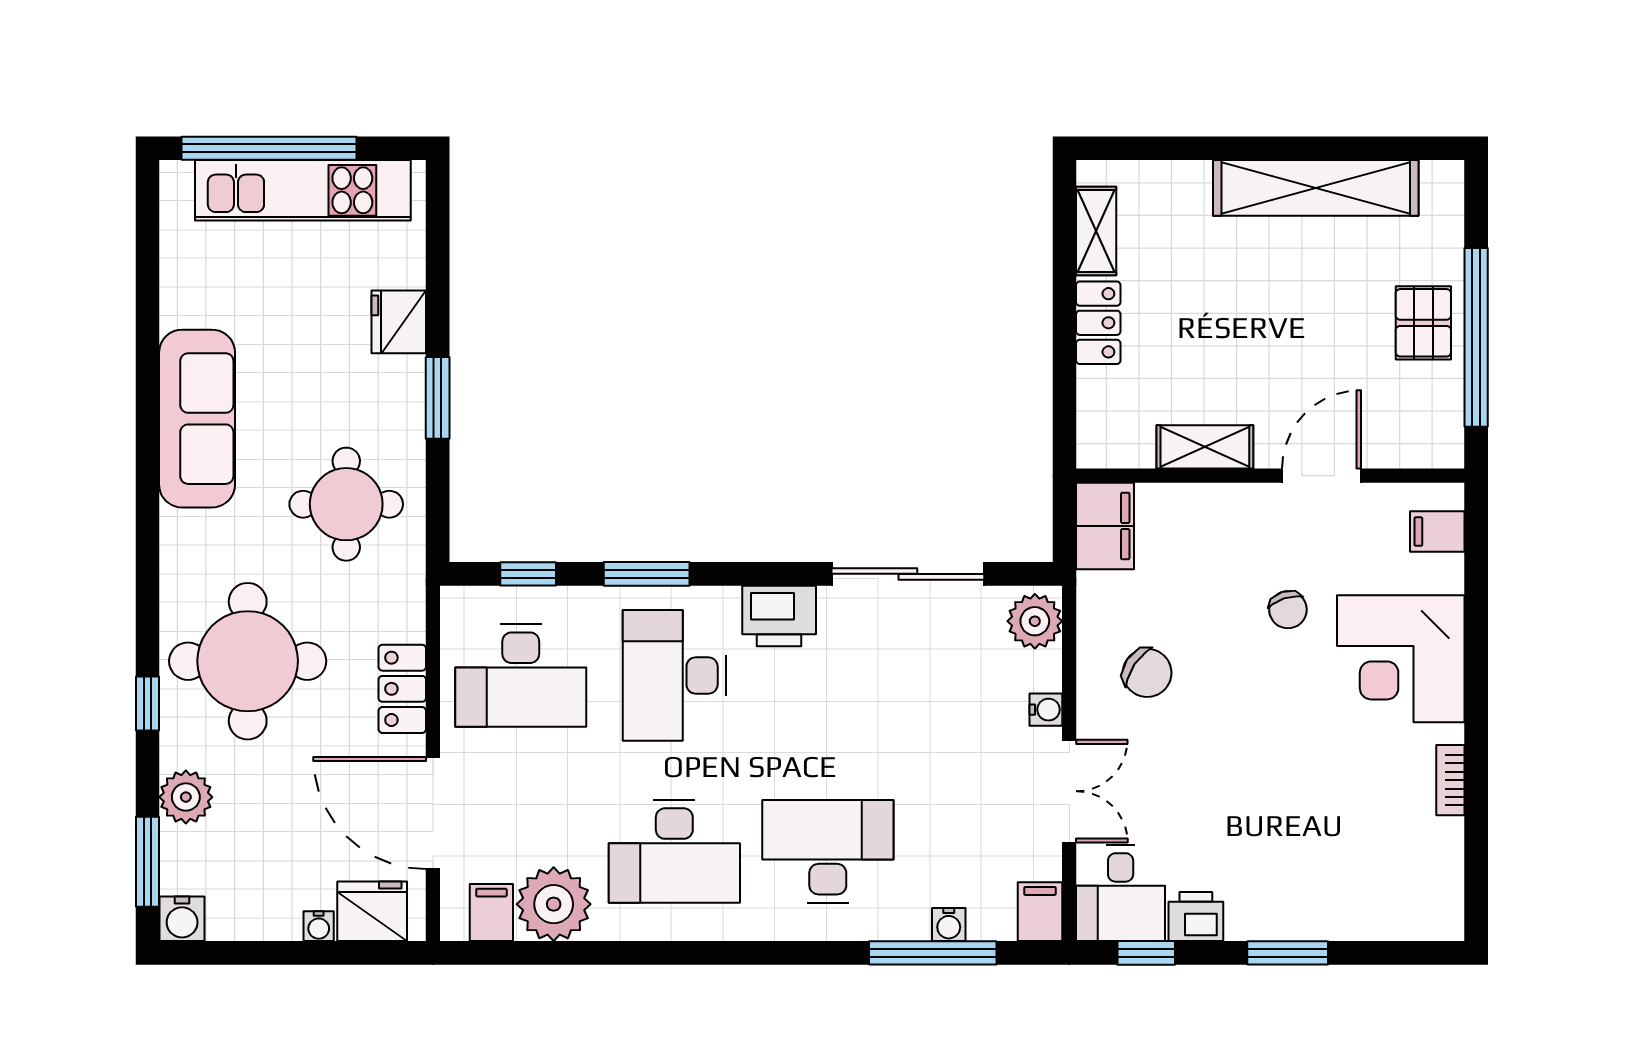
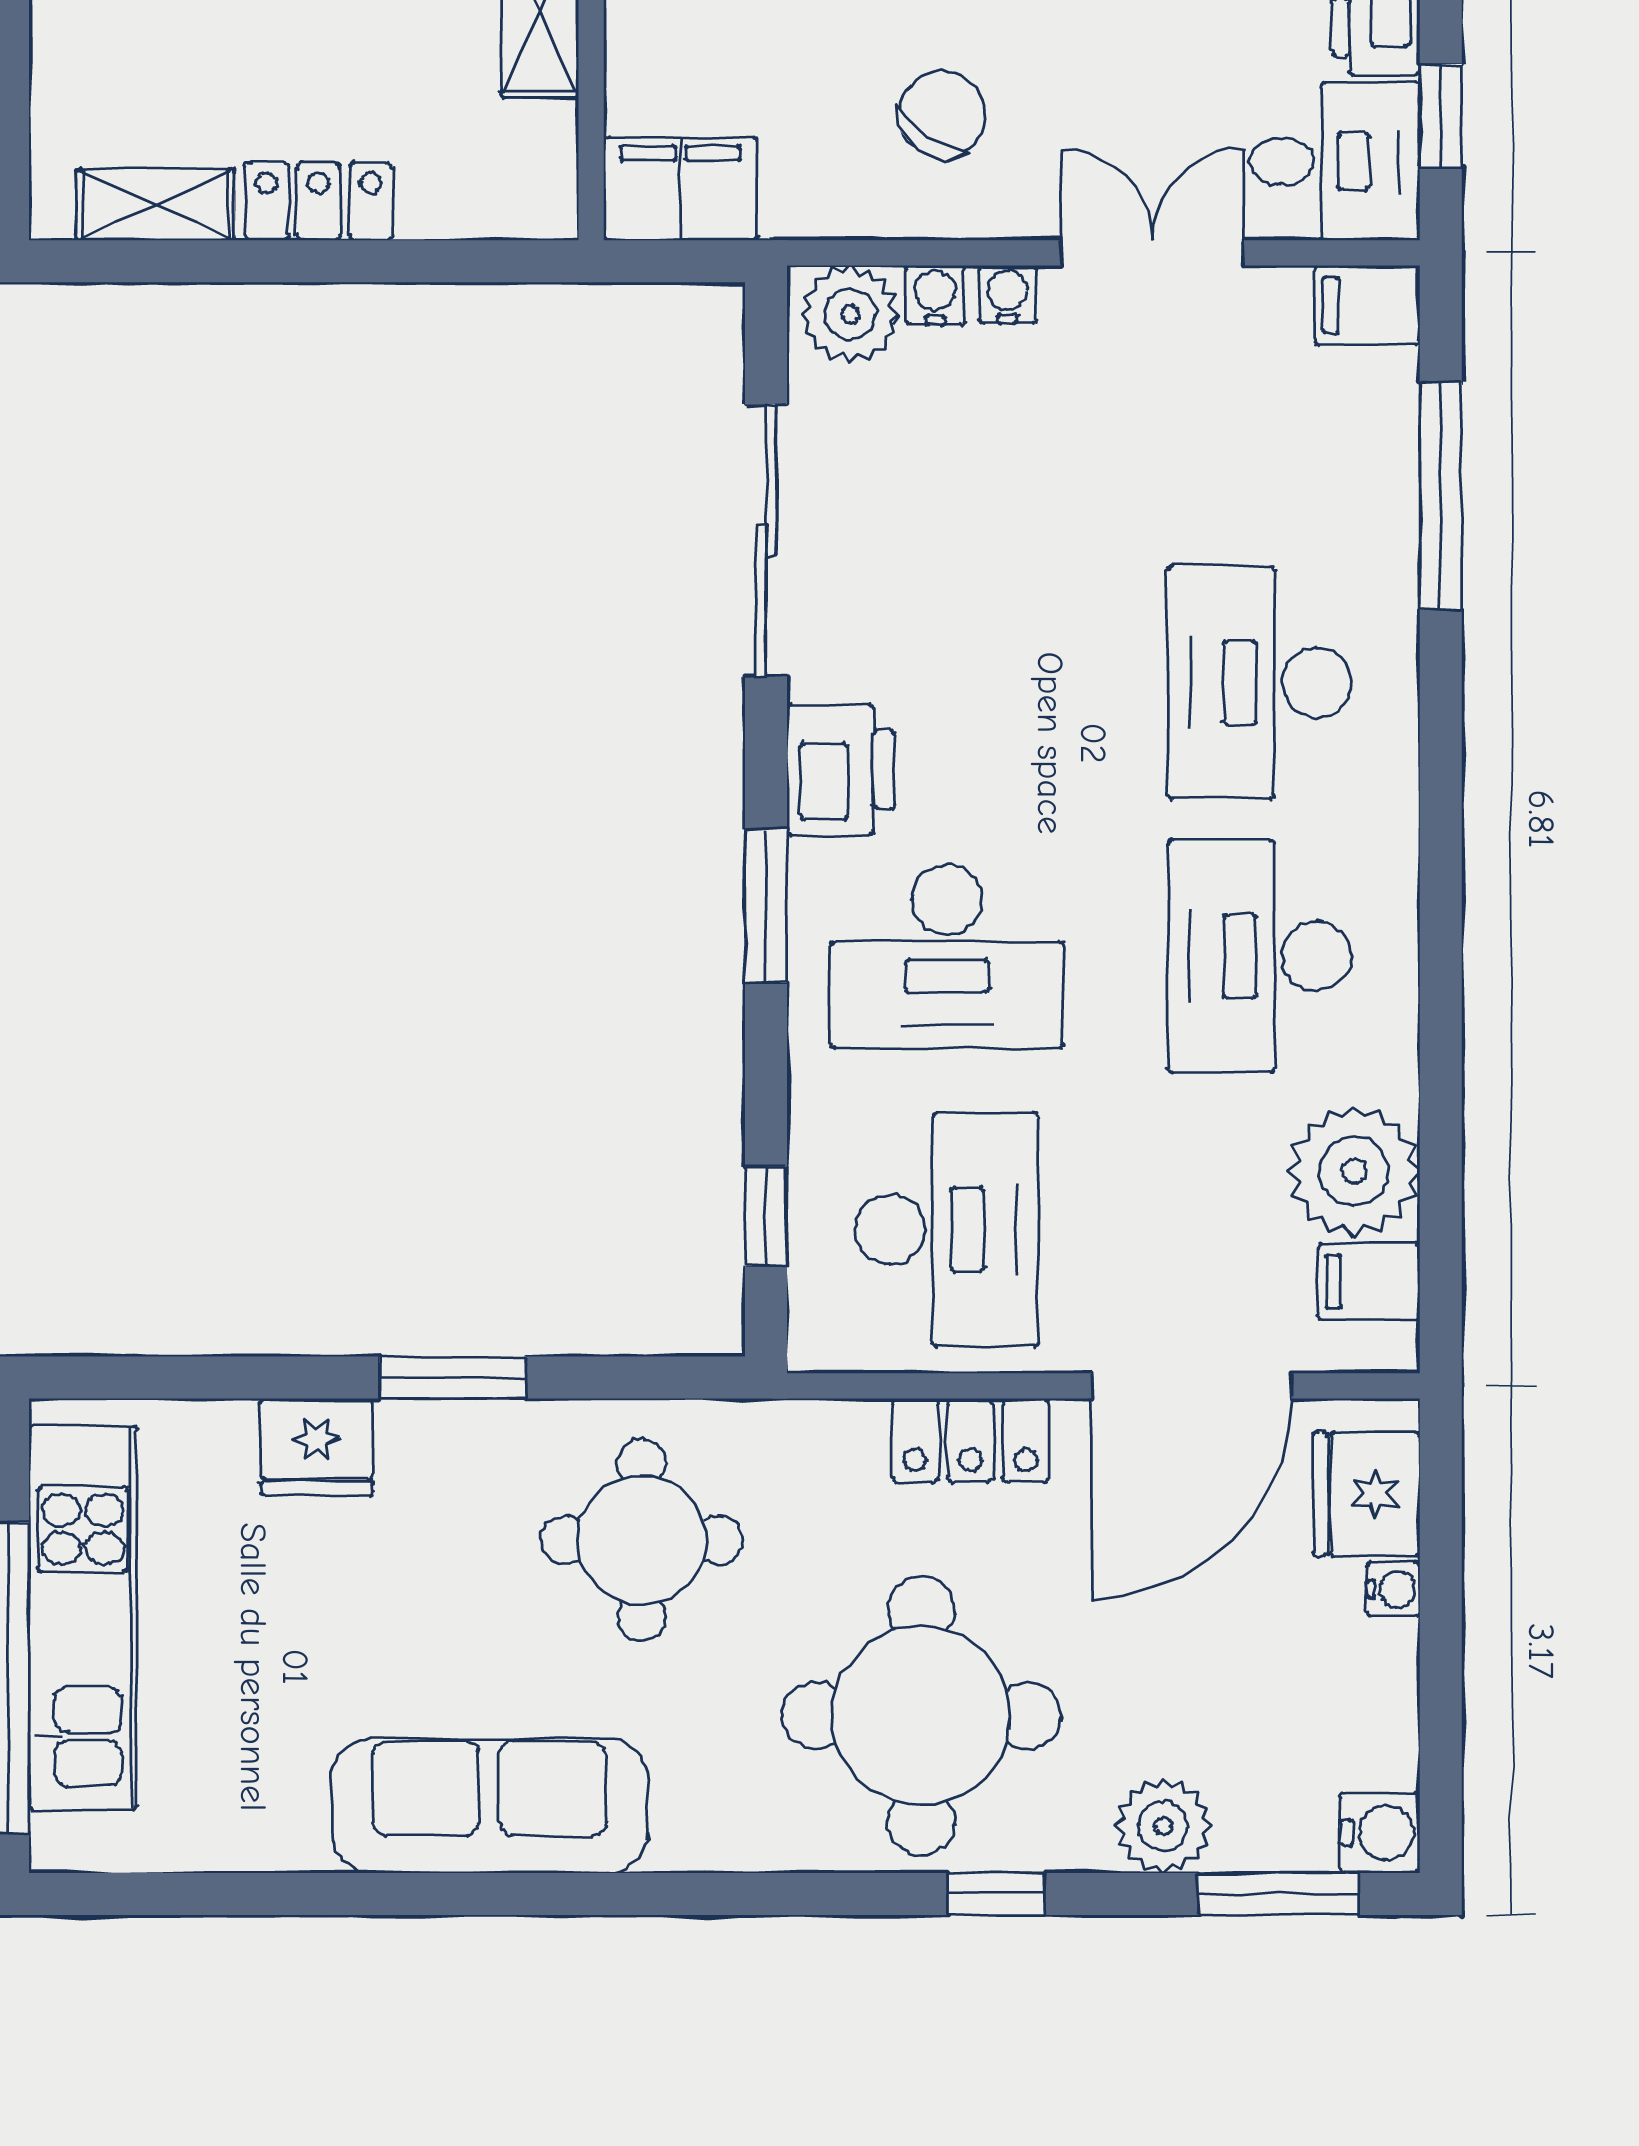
window: (647, 574) -> (766, 906), moved
desk: (674, 851) -> (1260, 956), turned 180
water cooler: (949, 925) -> (935, 295), moved, turned -90

